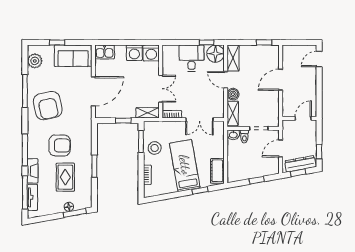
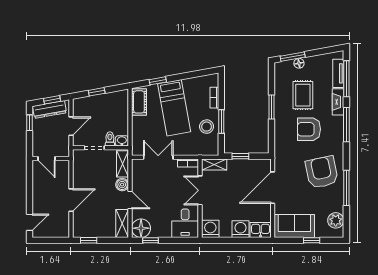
washing machine: (134, 53) -> (241, 229), moved
desk: (192, 58) -> (185, 223), moved
door: (303, 118) -> (47, 158), hinge flipped
window: (141, 141) -> (221, 122), moved

